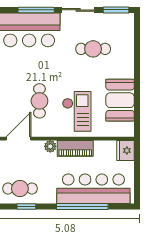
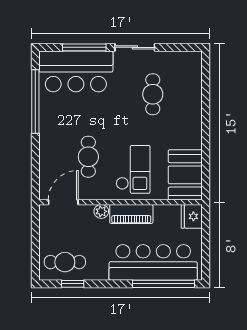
window: (116, 10) -> (180, 47), removed
cafe table: (93, 49) -> (153, 94), turned 90
booth: (120, 100) -> (185, 175), moved
window: (82, 207) -> (164, 284), moved

